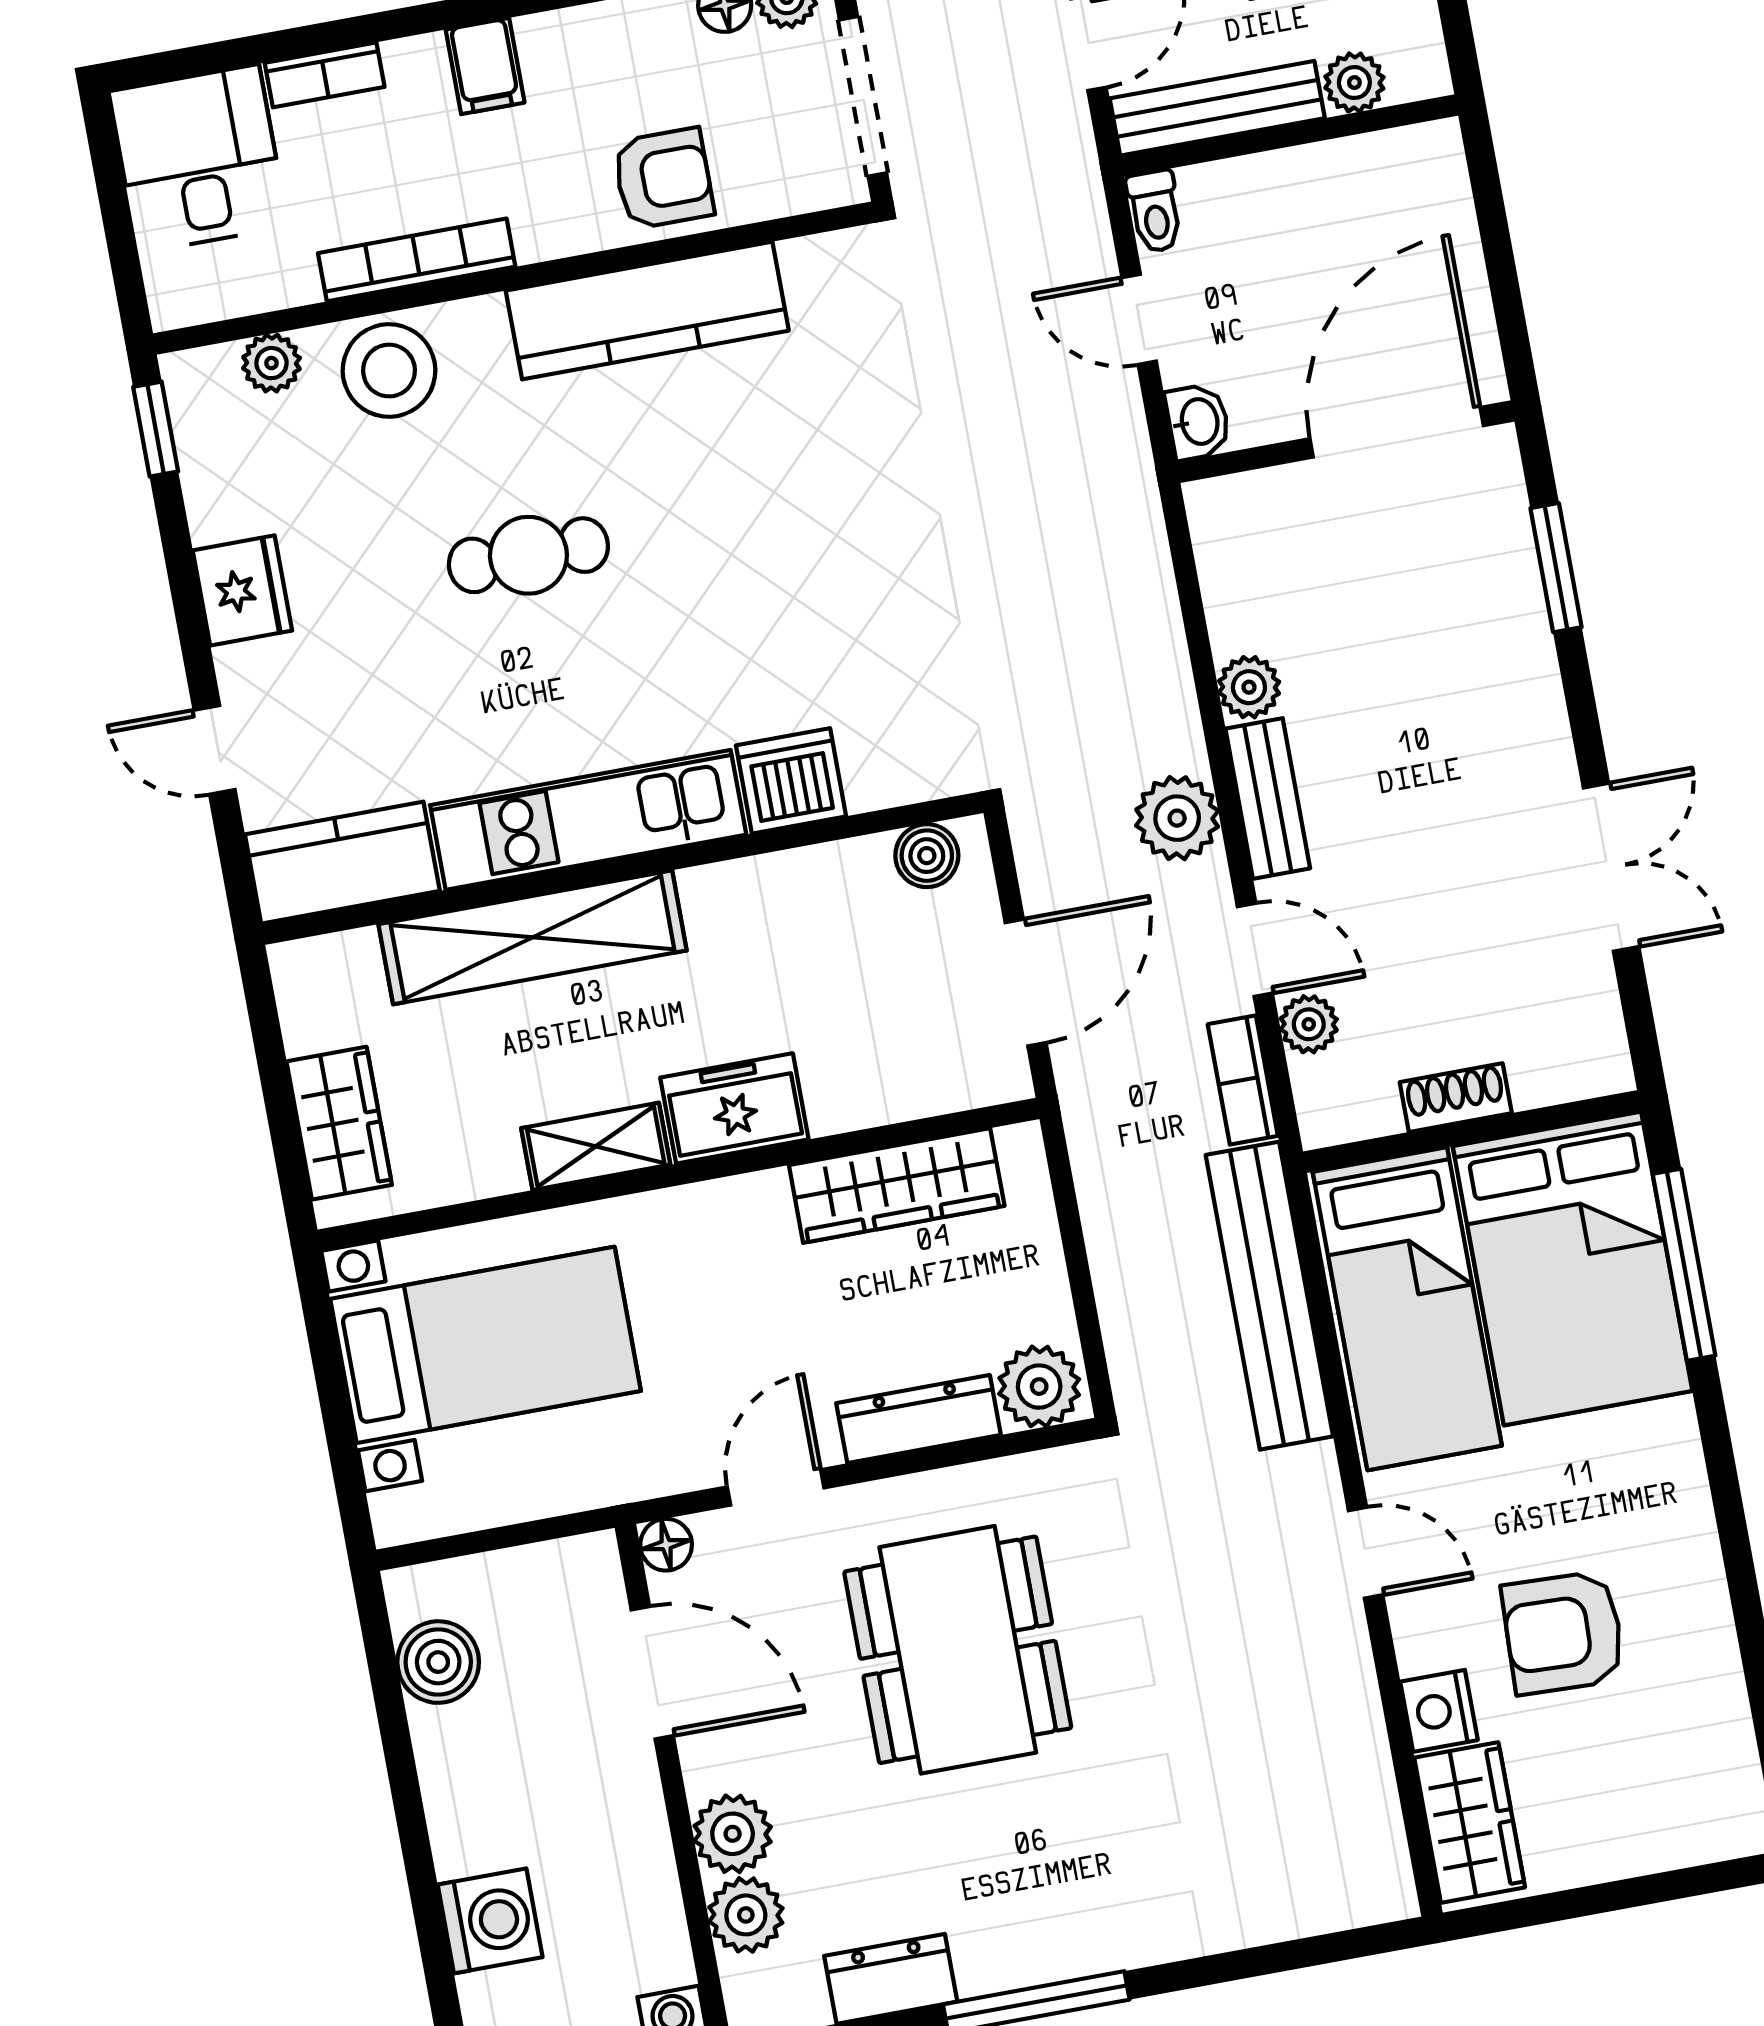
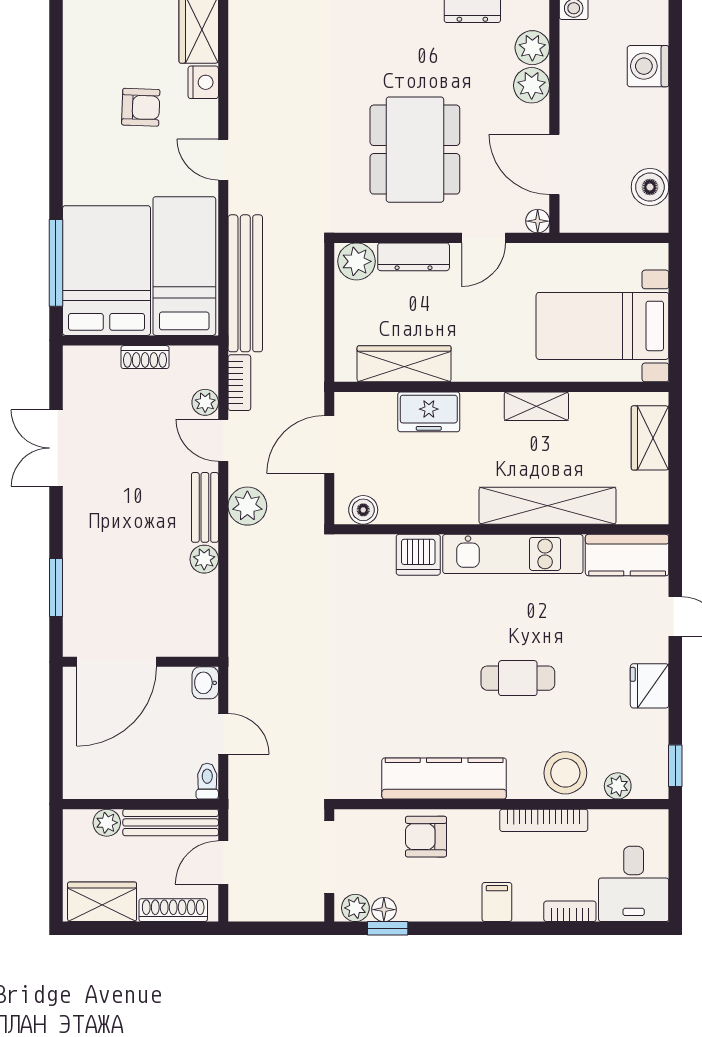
freezer: (734, 1108) -> (429, 412), moved
armchair: (1563, 1633) -> (141, 107), width x0.72, depth x0.72

